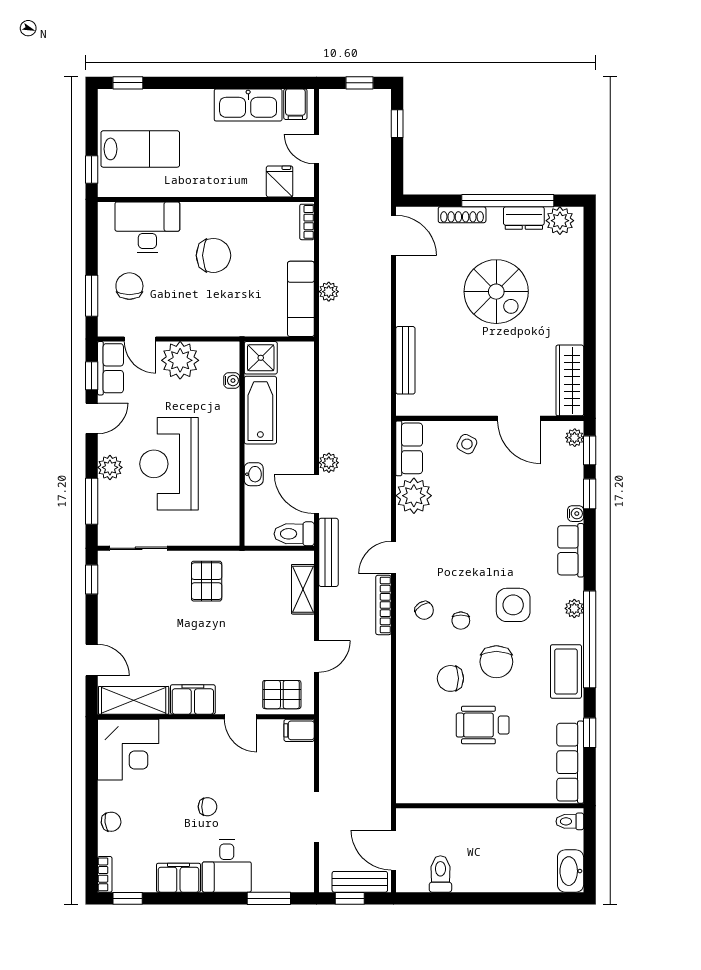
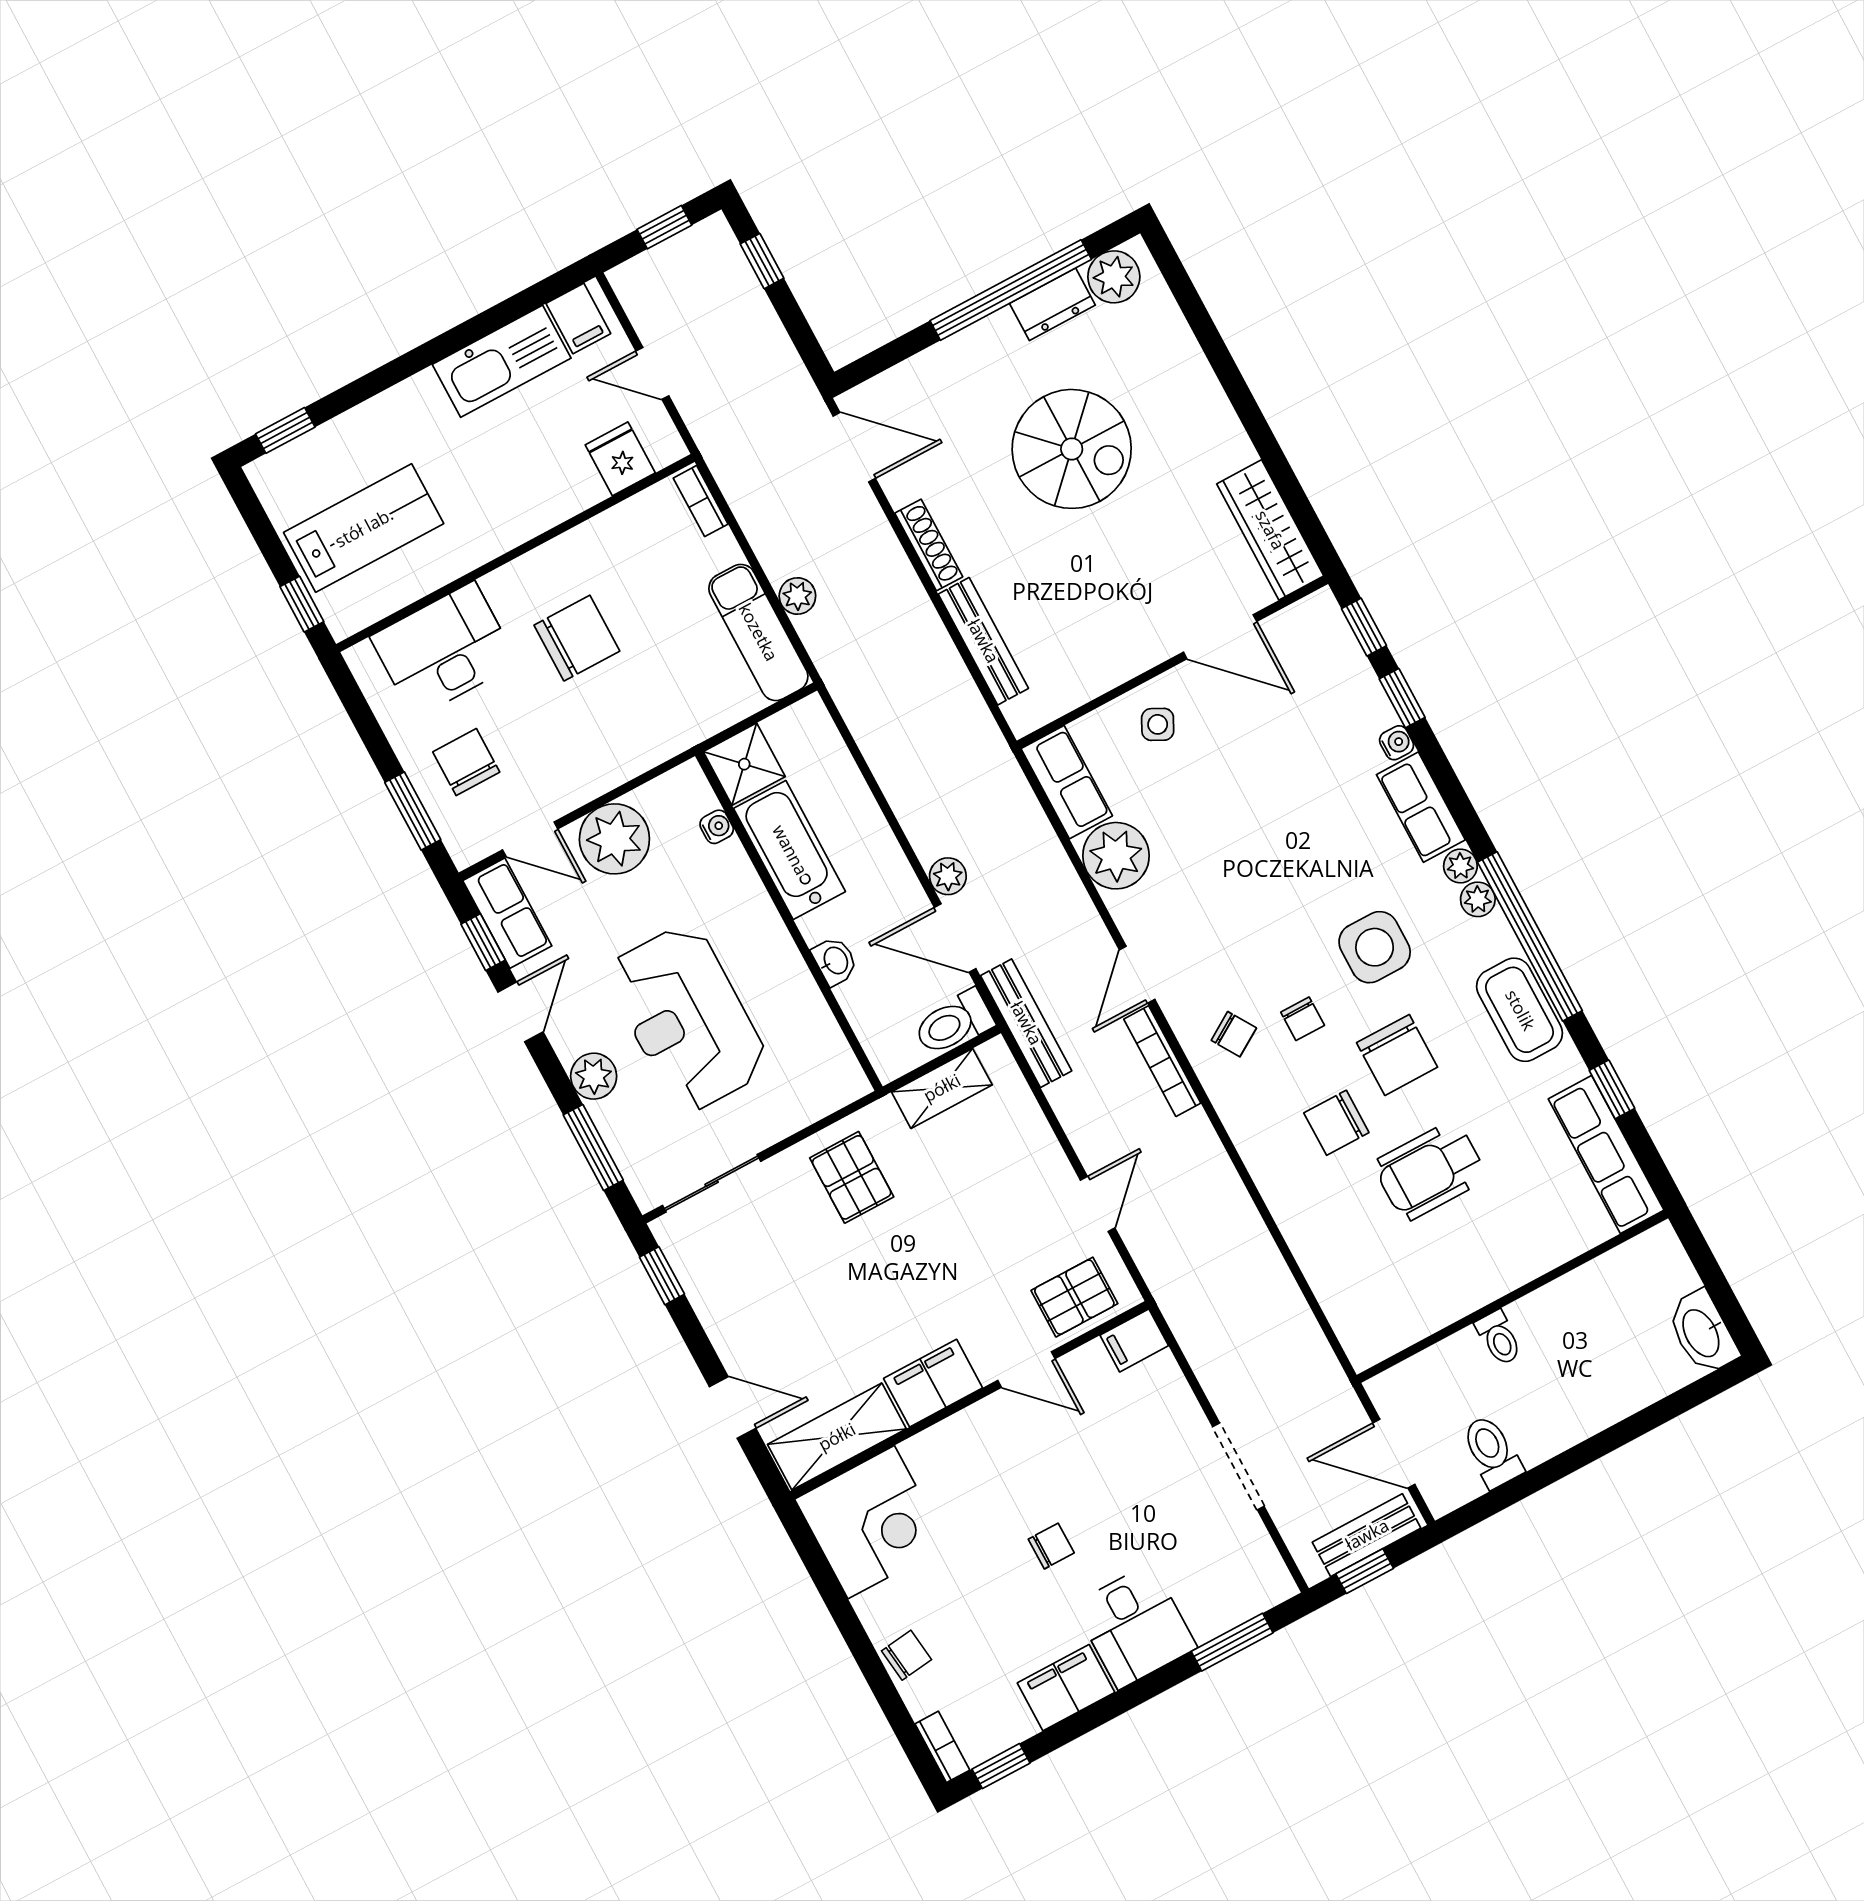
shoe rack: (462, 215) -> (929, 545), moved, turned -90
plant: (575, 438) -> (1460, 866), moved
shelving: (303, 589) -> (942, 1088), moved, turned 90
toilet: (570, 821) -> (1499, 1338), moved, turned -90

